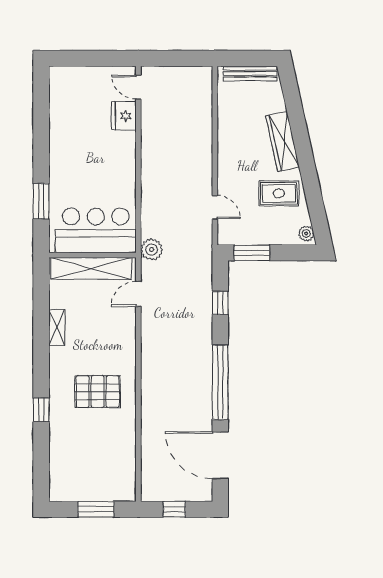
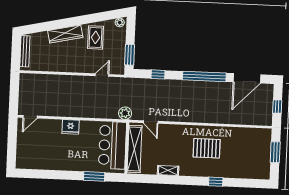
fridge: (124, 116) -> (71, 127), moved
pallet: (98, 392) -> (207, 148), turned 90

